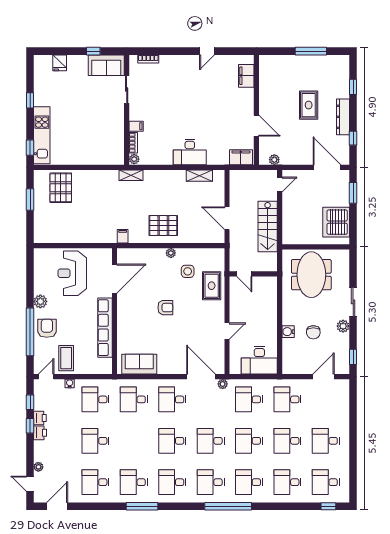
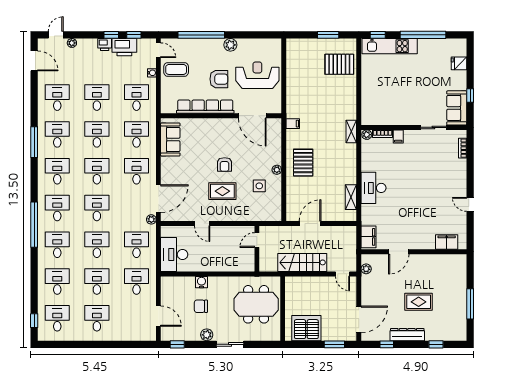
window: (30, 100) -> (423, 35), width x3.17
rug: (212, 286) -> (222, 191), moved
armchair: (47, 328) -> (219, 79), moved
printer: (40, 418) -> (124, 47), width x1.87, depth x1.48
desk: (134, 441) -> (97, 134), added

